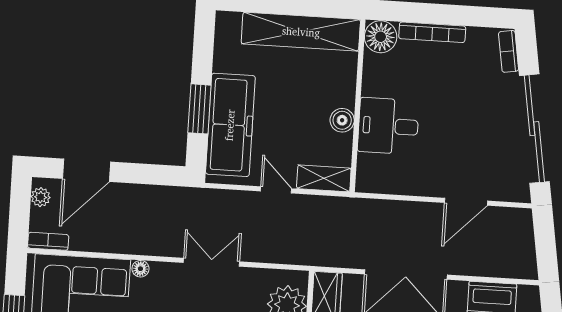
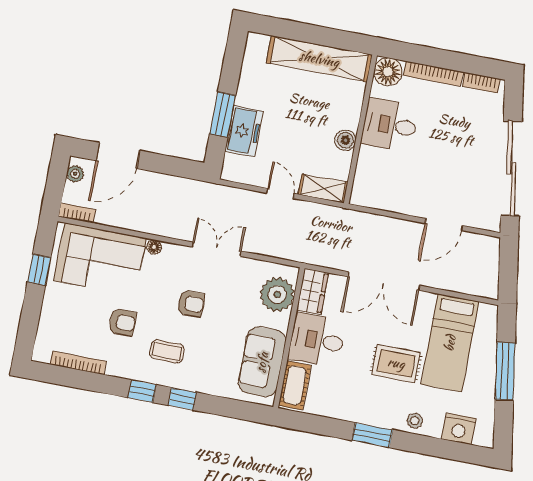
bookcase: (509, 51) -> (481, 83), moved, turned -81
freezer: (230, 125) -> (244, 131), width x0.52, depth x0.79
desk: (388, 126) -> (390, 125), moved

